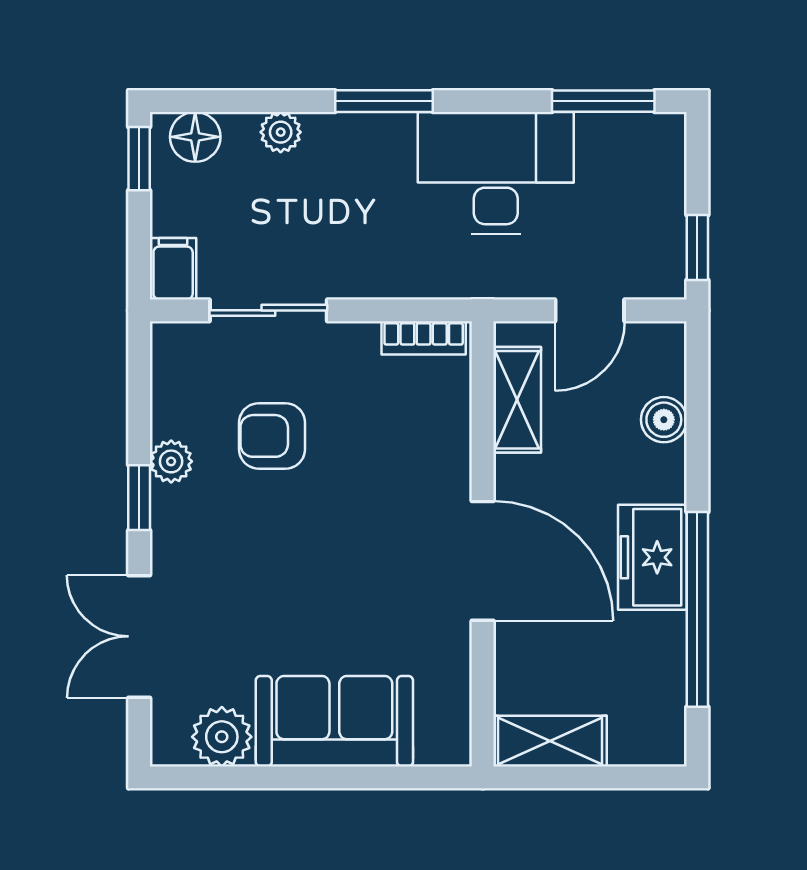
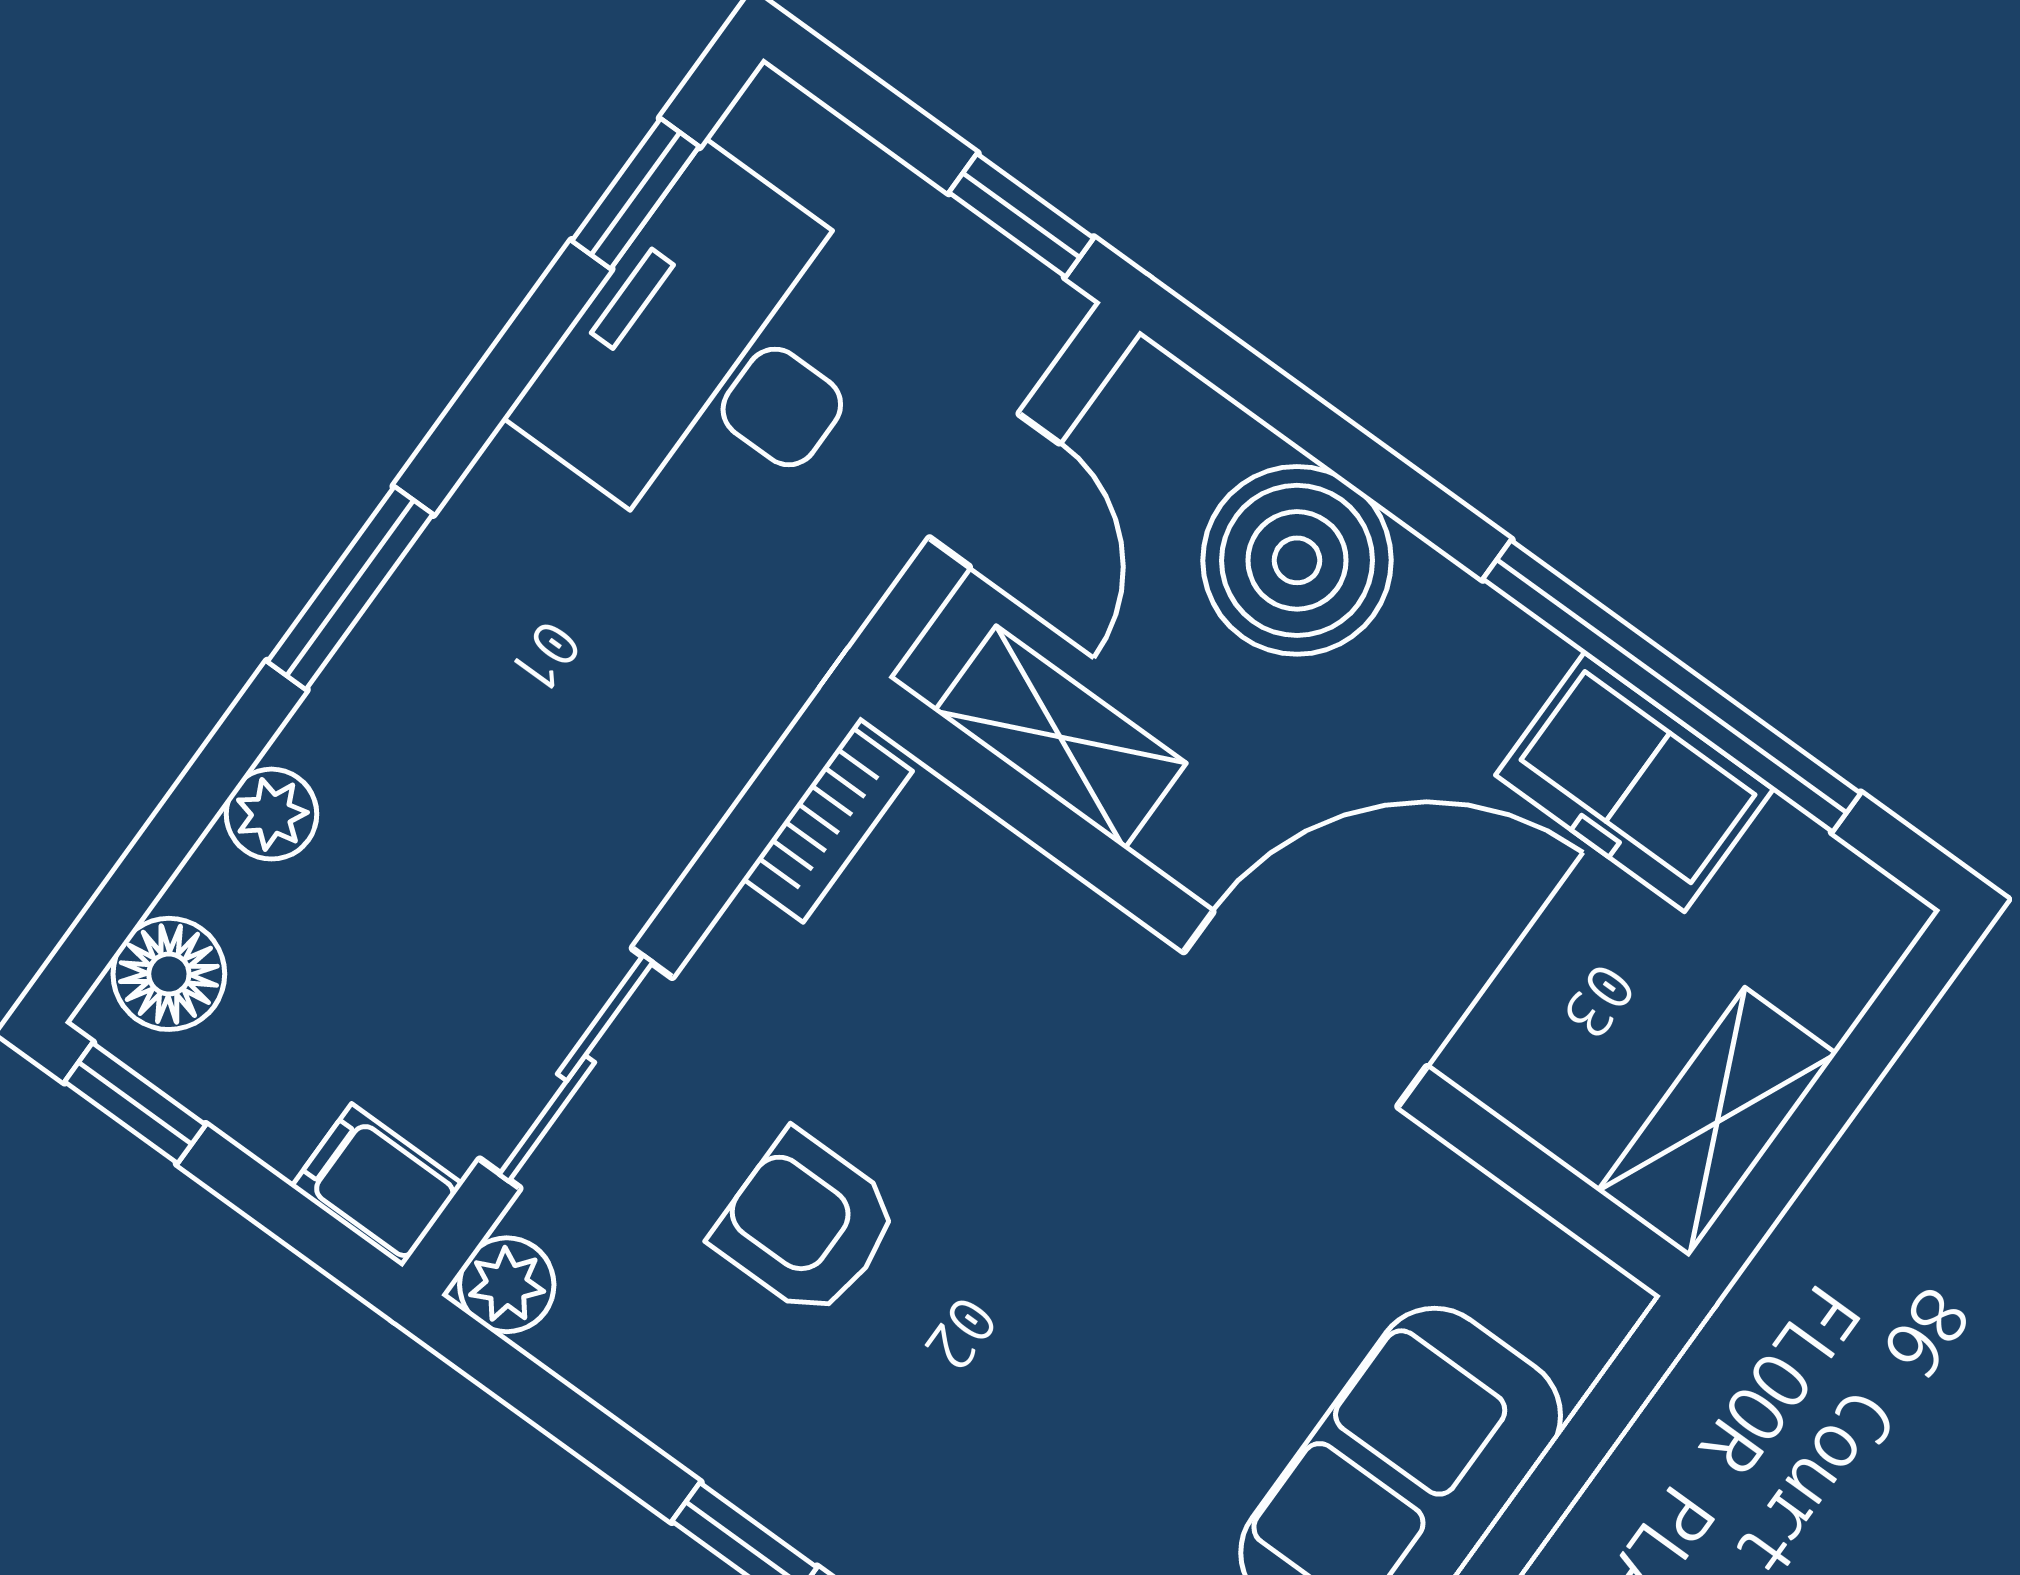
window: (603, 101) -> (636, 194), width x0.67
desk: (496, 173) -> (714, 358), moved
boiler: (664, 420) -> (1297, 560), width x1.86, depth x1.86
armchair: (272, 436) -> (807, 1225), turned 90
plant: (171, 461) -> (507, 1285), moved
freezer: (652, 557) -> (1634, 782), moved

